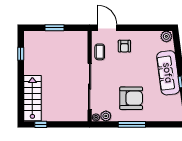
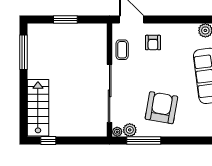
window: (21, 54) -> (23, 52), width x2.17
armchair: (131, 98) -> (161, 108), turned -80
window: (132, 124) -> (144, 140), moved

